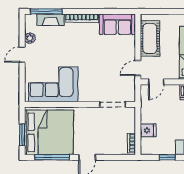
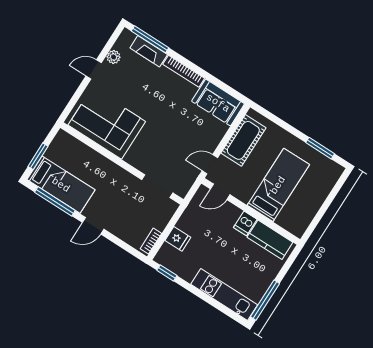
bed: (49, 132) -> (61, 185), width x0.49
window: (167, 157) -> (167, 273), moved

